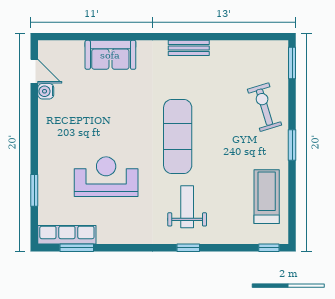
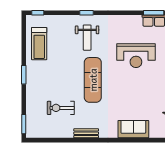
exercise bike: (264, 107) -> (61, 108), moved, turned 107

